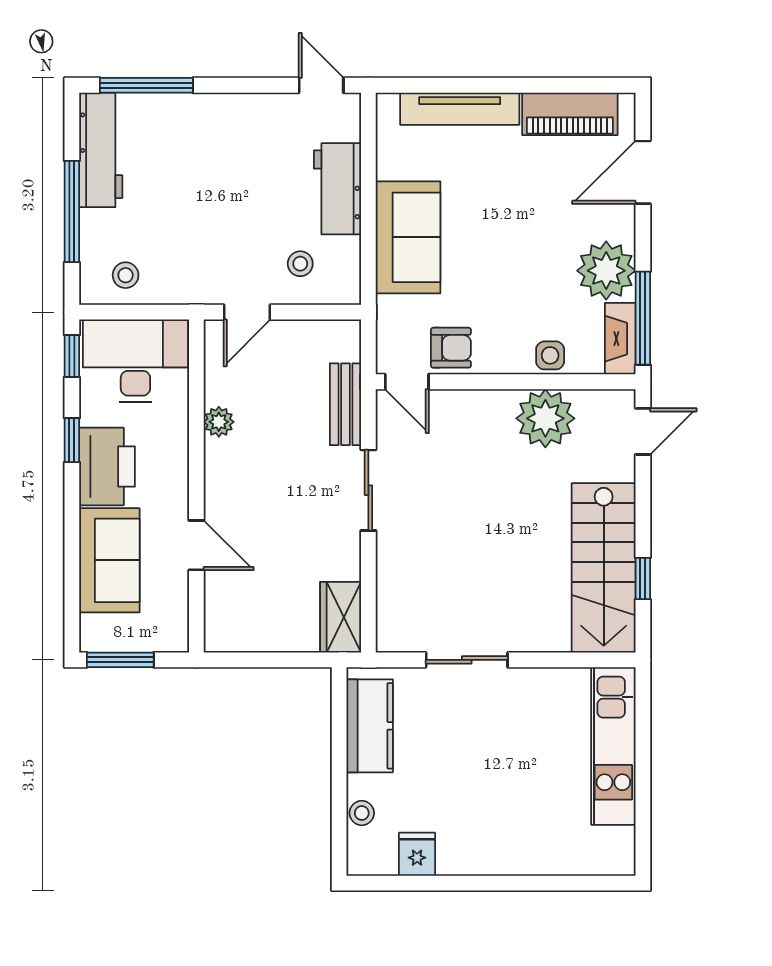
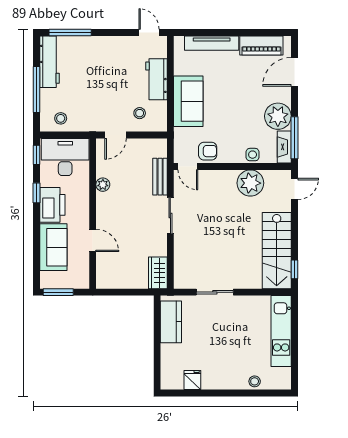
window: (643, 578) -> (294, 269), moved
stool: (362, 813) -> (255, 381), moved

